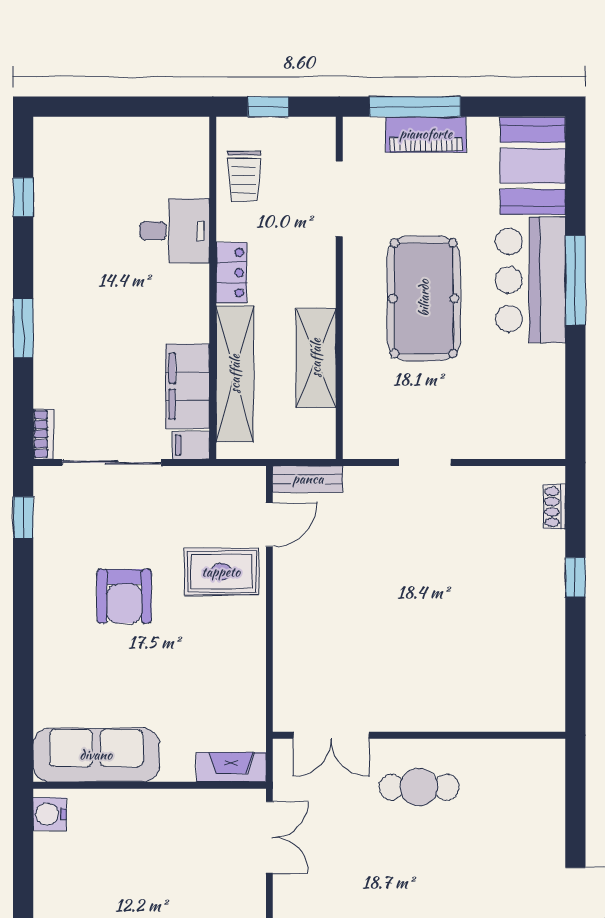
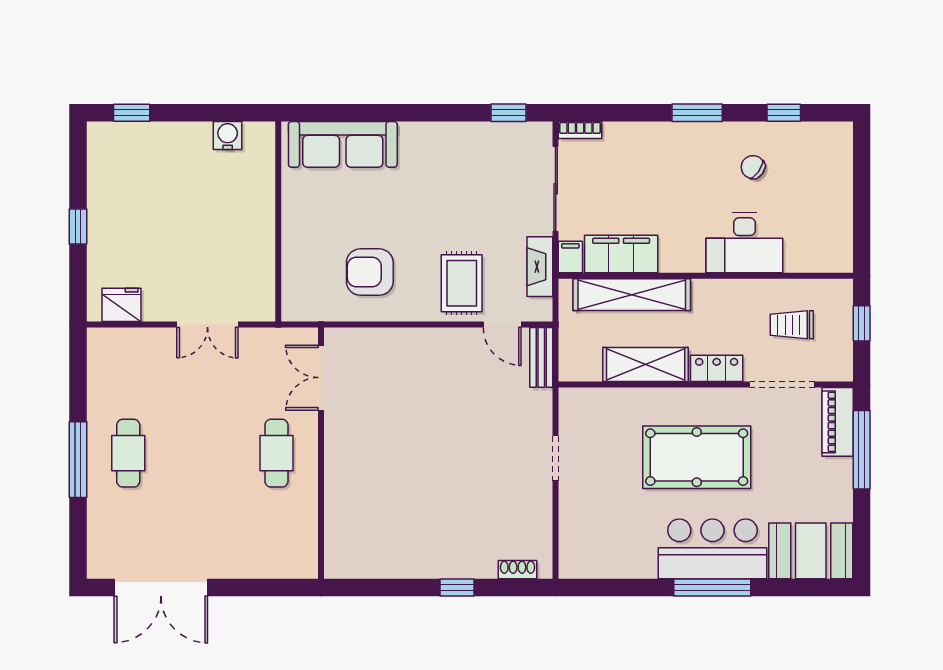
piano: (426, 134) -> (838, 422), moved
trolley: (244, 176) -> (792, 325), moved
desk: (175, 231) -> (744, 243), width x1.37
chair: (86, 233) -> (753, 167), added
locker: (232, 273) -> (717, 368), moved, turned 180
window: (23, 328) -> (697, 113), moved
armchair: (124, 596) -> (370, 272), moved
sofa: (96, 755) -> (343, 144), moved, turned 90
fireplace: (231, 767) -> (540, 267), moved, turned 180
water cooler: (50, 814) -> (228, 135), moved
double door: (269, 837) -> (207, 324), moved

